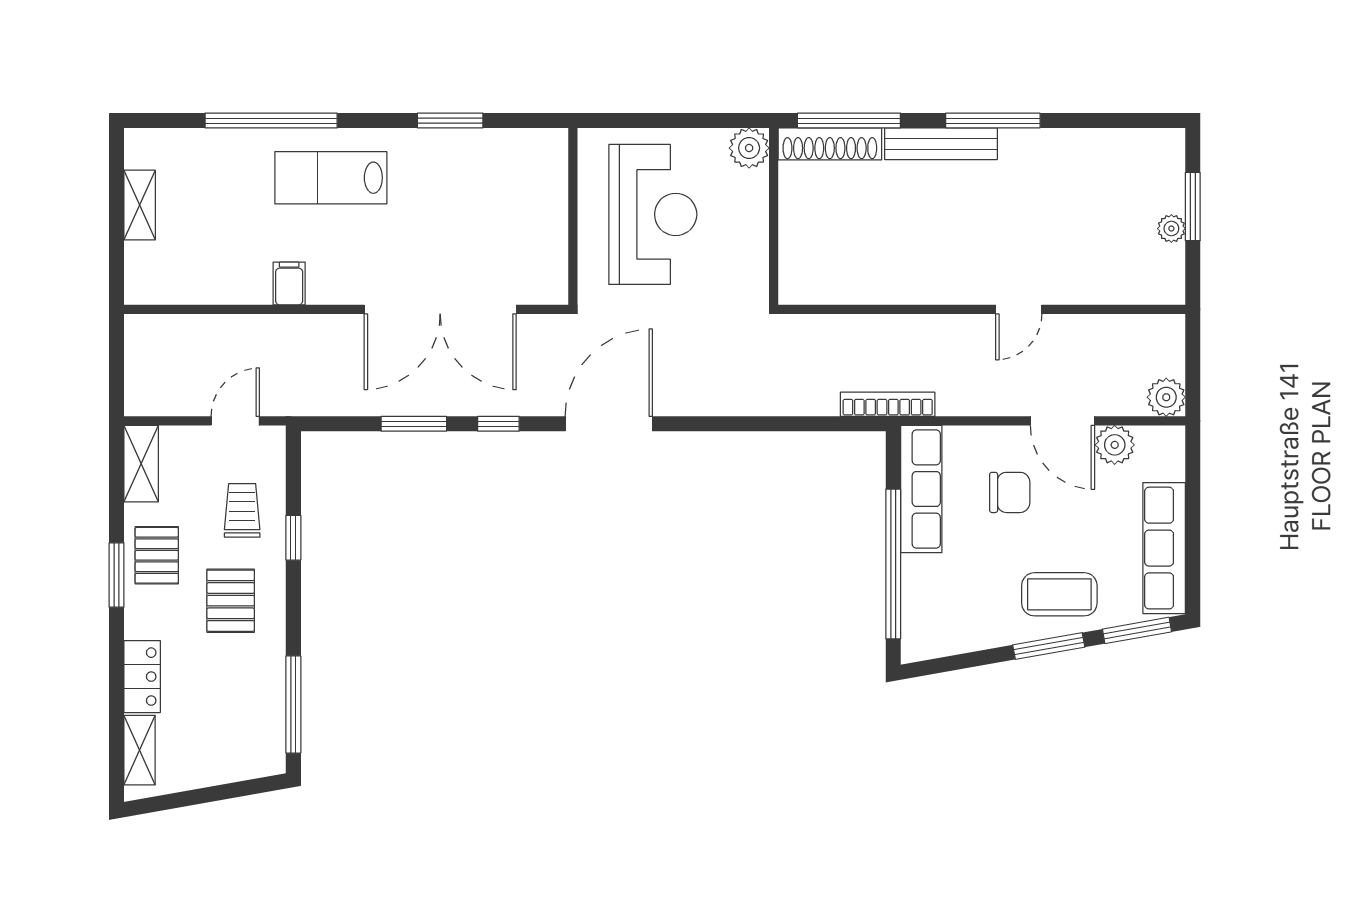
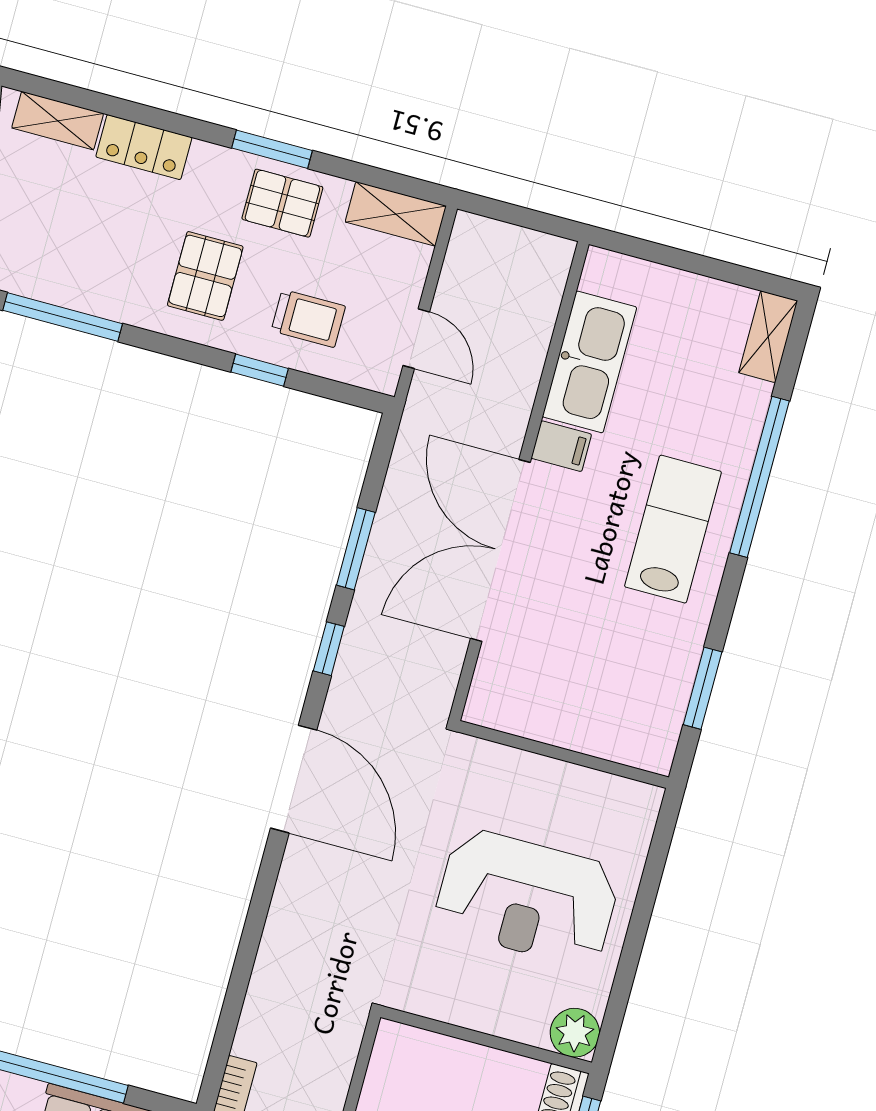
shelving: (140, 205) -> (768, 337), moved, turned 90
wall: (573, 216) -> (563, 754), moved
kitchen sink: (217, 279) -> (589, 362), added
double door: (440, 309) -> (500, 550), moved
pallet: (231, 601) -> (205, 276), turned 90

